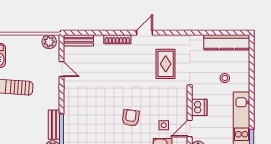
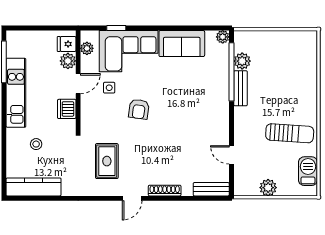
plant: (49, 42) -> (268, 188), moved
armchair: (131, 118) -> (139, 109), moved

